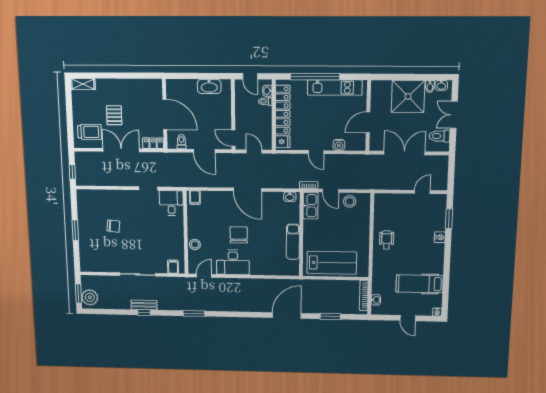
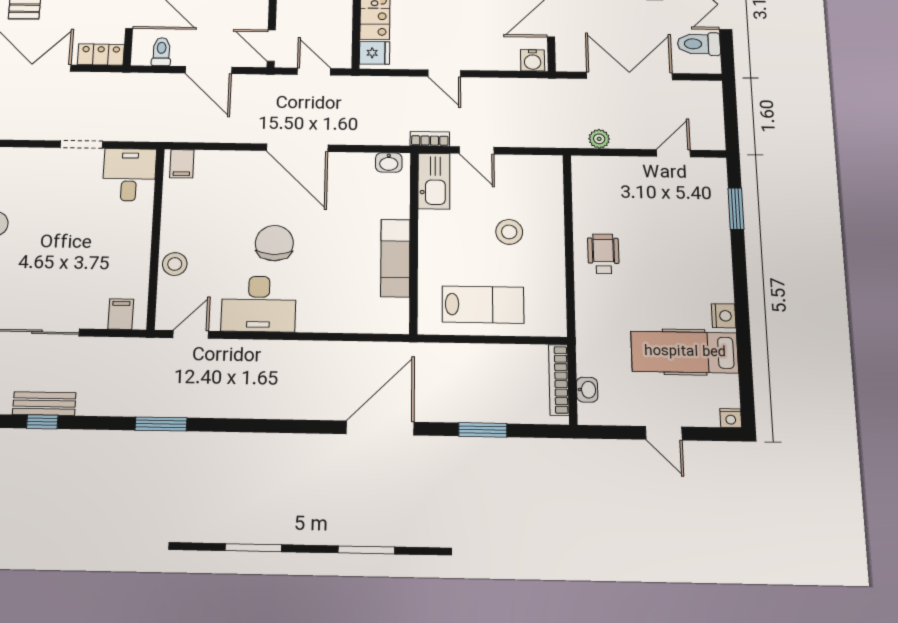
water cooler: (339, 145) -> (533, 60), moved
plant: (388, 185) -> (599, 139), added
stool: (350, 201) -> (509, 232), moved
nightstand: (440, 237) -> (724, 316), moved
lab bench: (332, 263) -> (483, 305), width x0.73, depth x0.72

